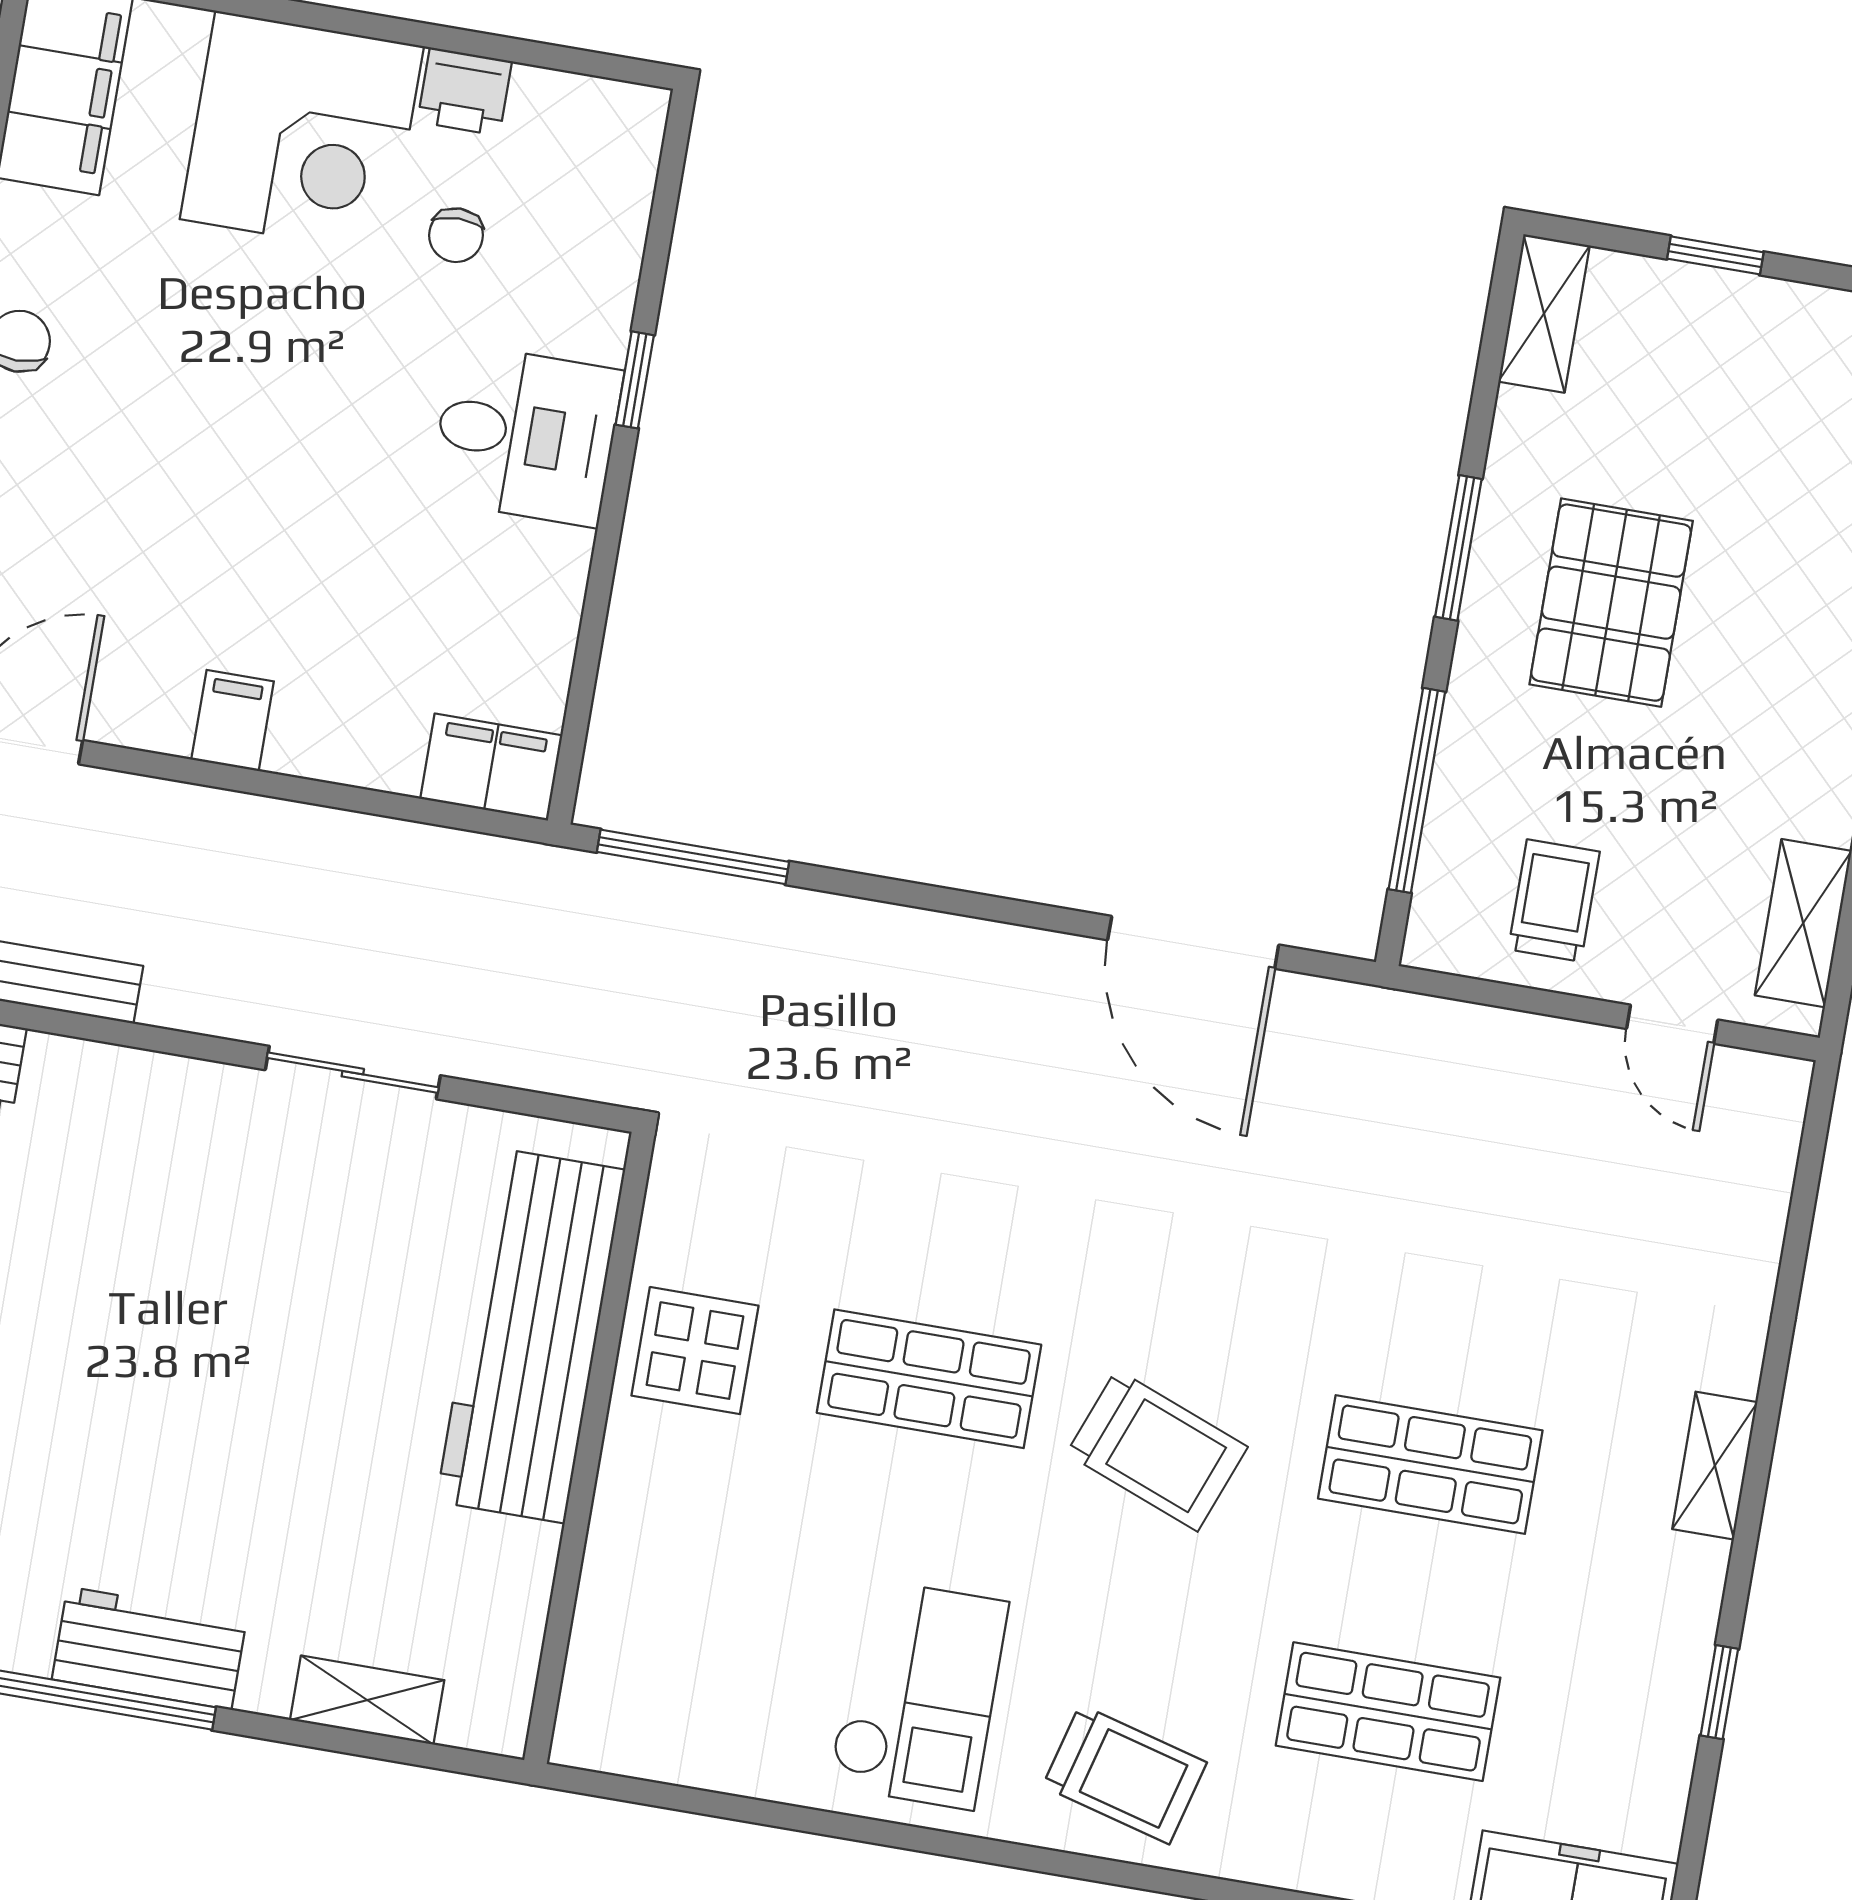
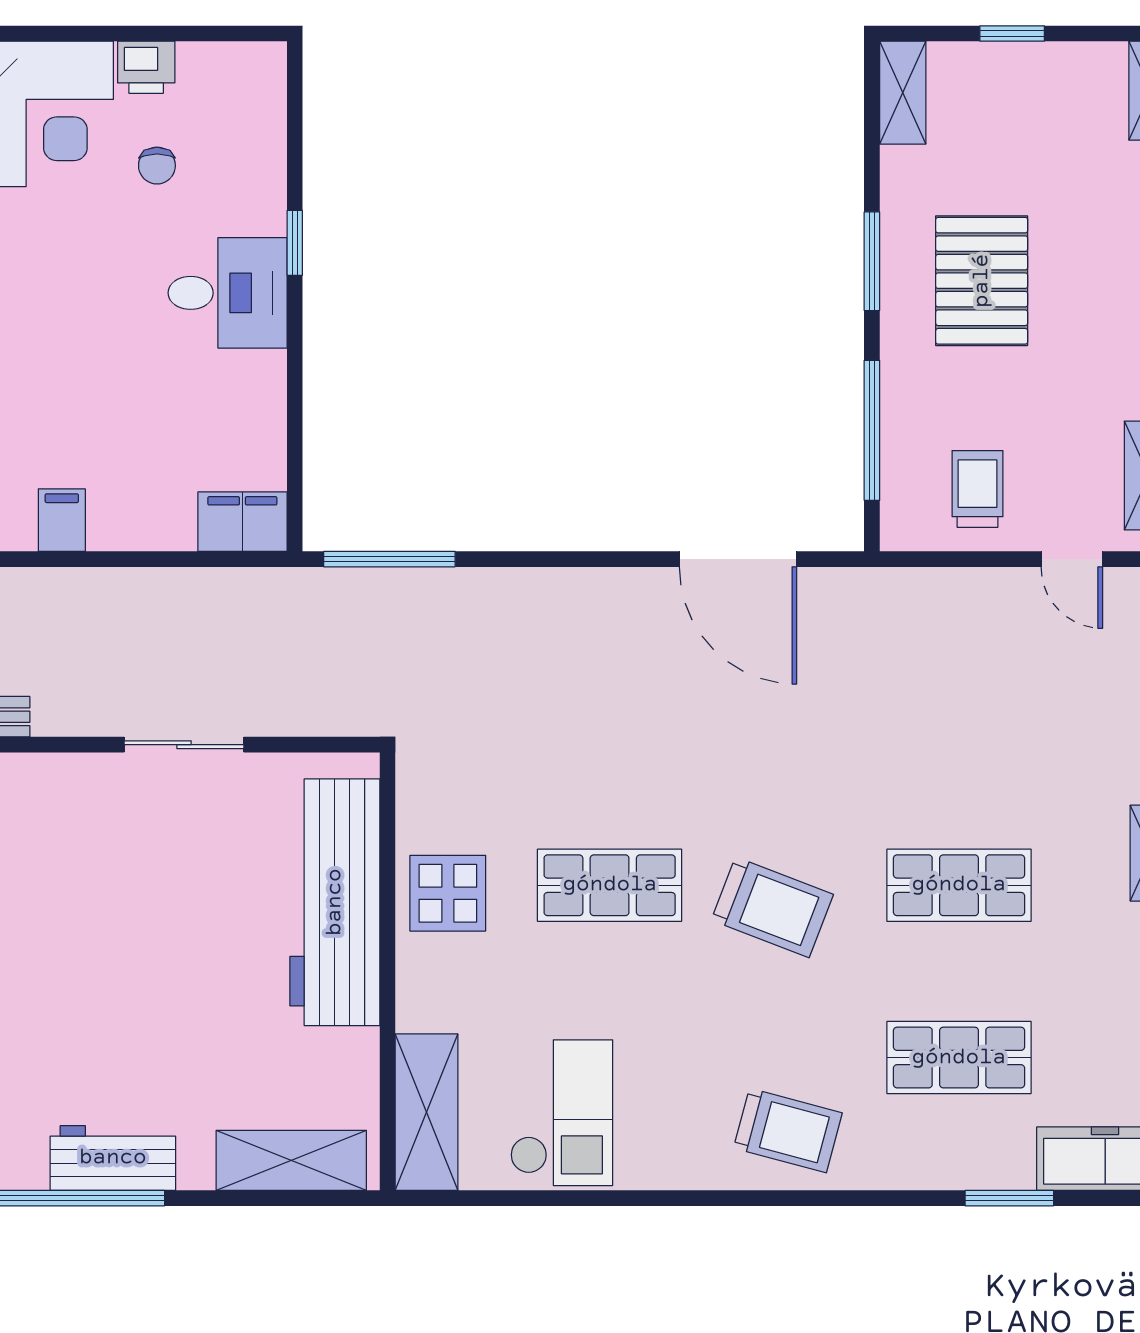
shelving: (611, 1659) -> (427, 1112), added
checkout: (918, 1694) -> (561, 1113), moved
shelving: (367, 1700) -> (291, 1160), width x1.50, depth x1.33

